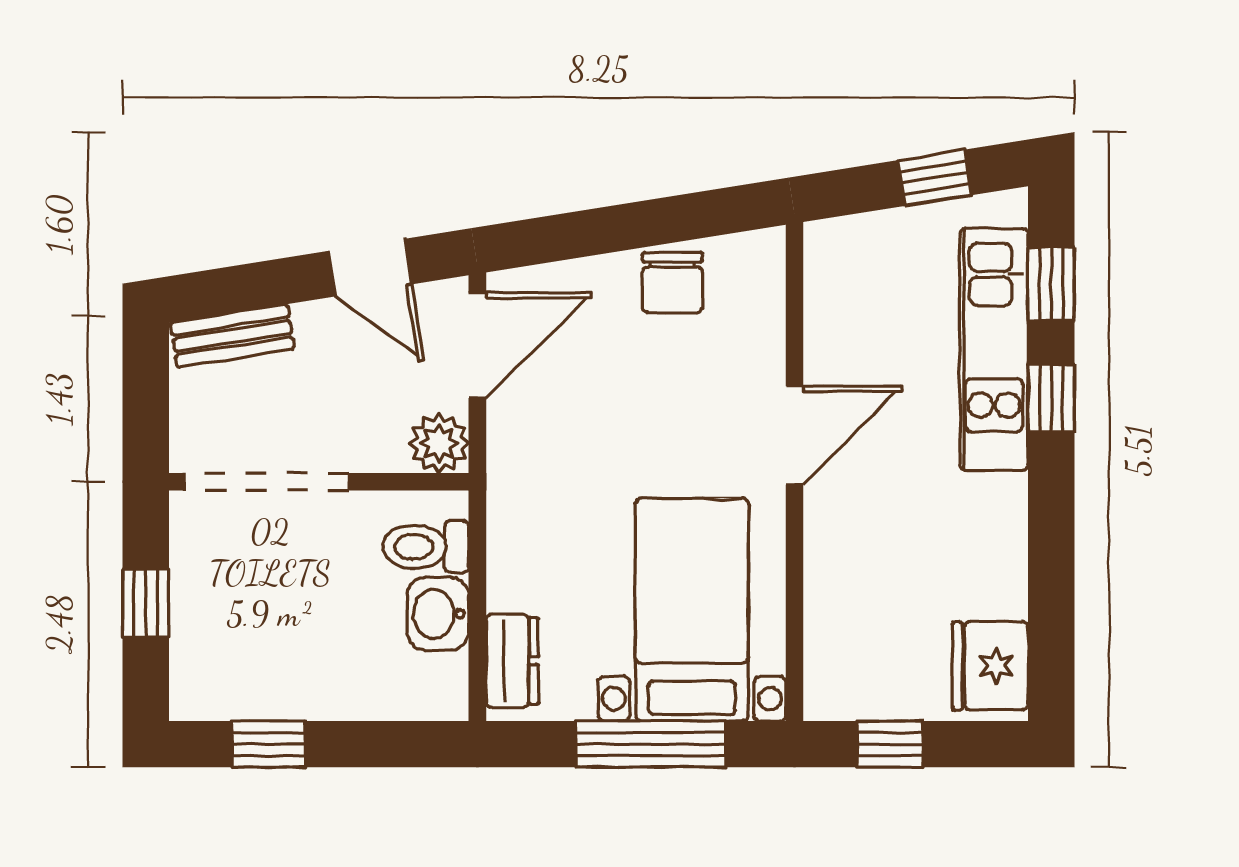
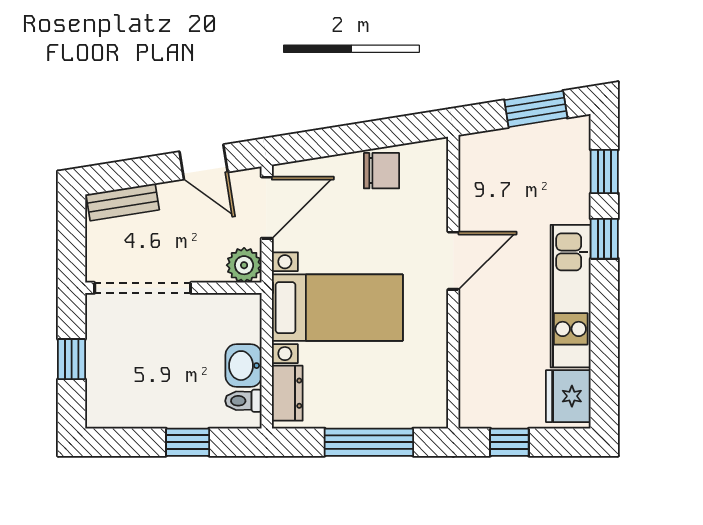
window: (935, 178) -> (536, 109), width x1.50
chair: (673, 283) -> (382, 171), turned -90
kitchen unit: (994, 349) -> (571, 296), moved
toilet: (426, 547) -> (243, 401), moved, width x0.73, depth x0.72
bed with nightstands: (692, 610) -> (337, 308), moved, turned 90
window: (268, 744) -> (188, 442), moved

